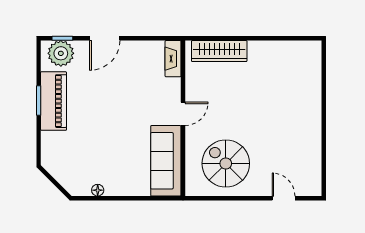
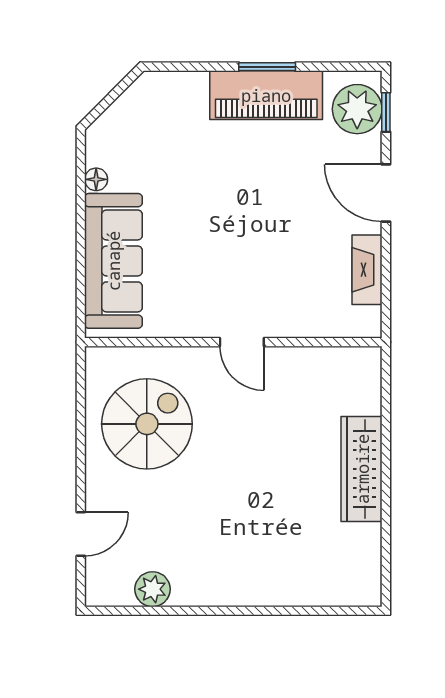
wardrobe: (219, 51) -> (362, 469), moved
fireplace: (173, 59) -> (367, 270), moved, turned -90
sofa: (166, 161) -> (113, 261), moved, turned 90
plant: (312, 161) -> (152, 589), added

